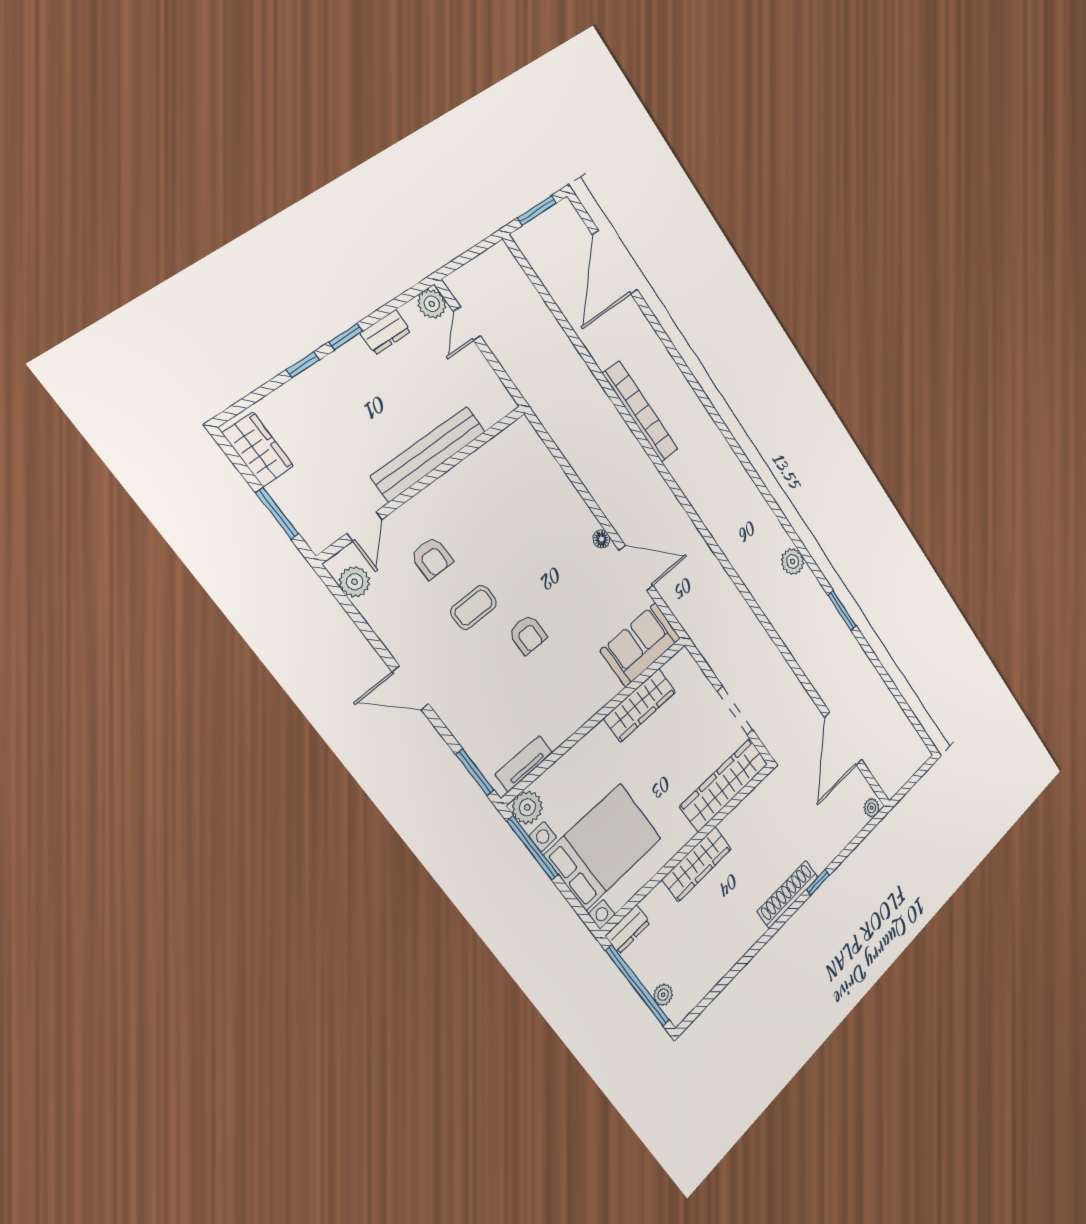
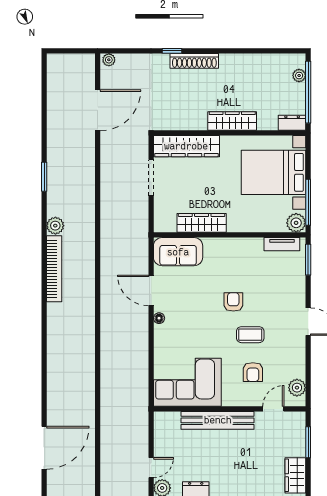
bookcase: (640, 411) -> (54, 269), moved, turned 180
corner sofa: (506, 479) -> (187, 382), added
armchair: (432, 558) -> (253, 372), turned 180

